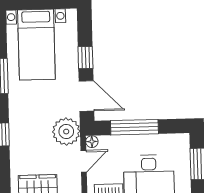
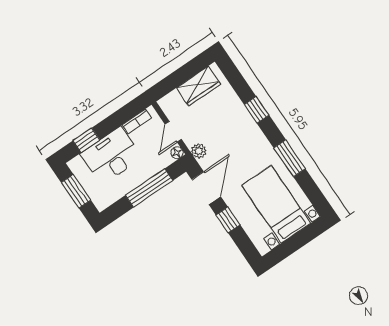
door: (86, 96) -> (206, 188), swing flipped
plant: (66, 132) -> (199, 151), width x0.53, depth x0.53

